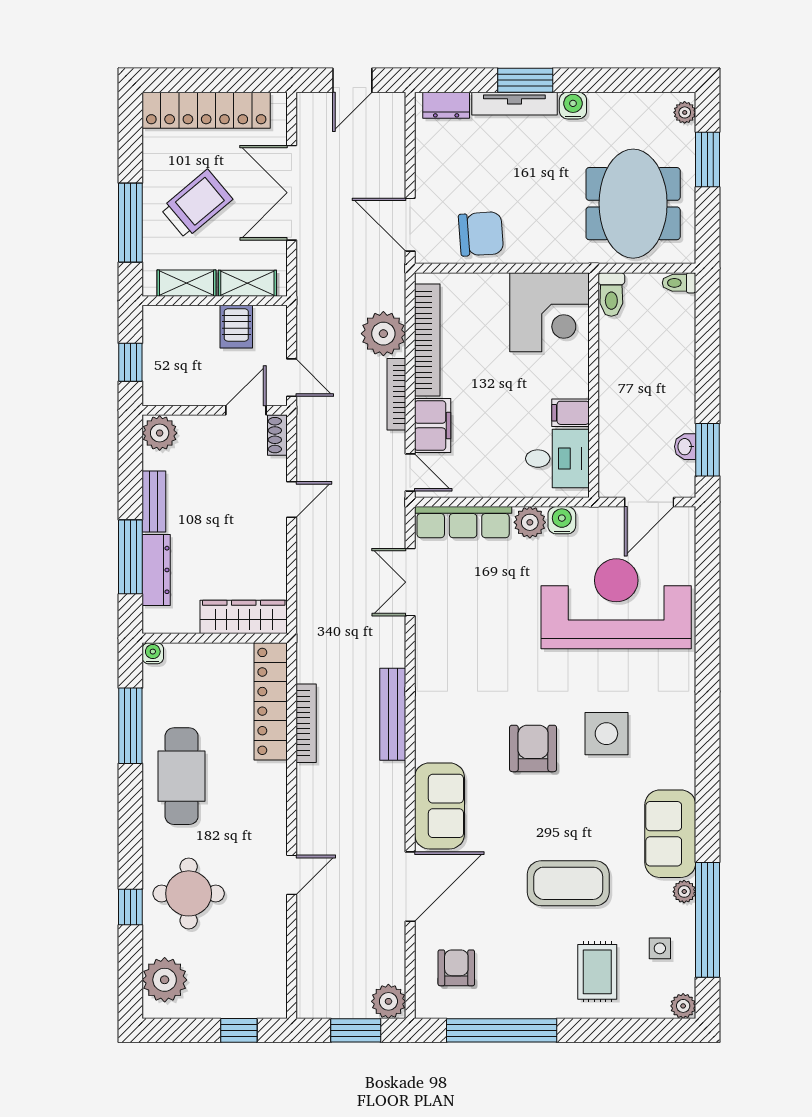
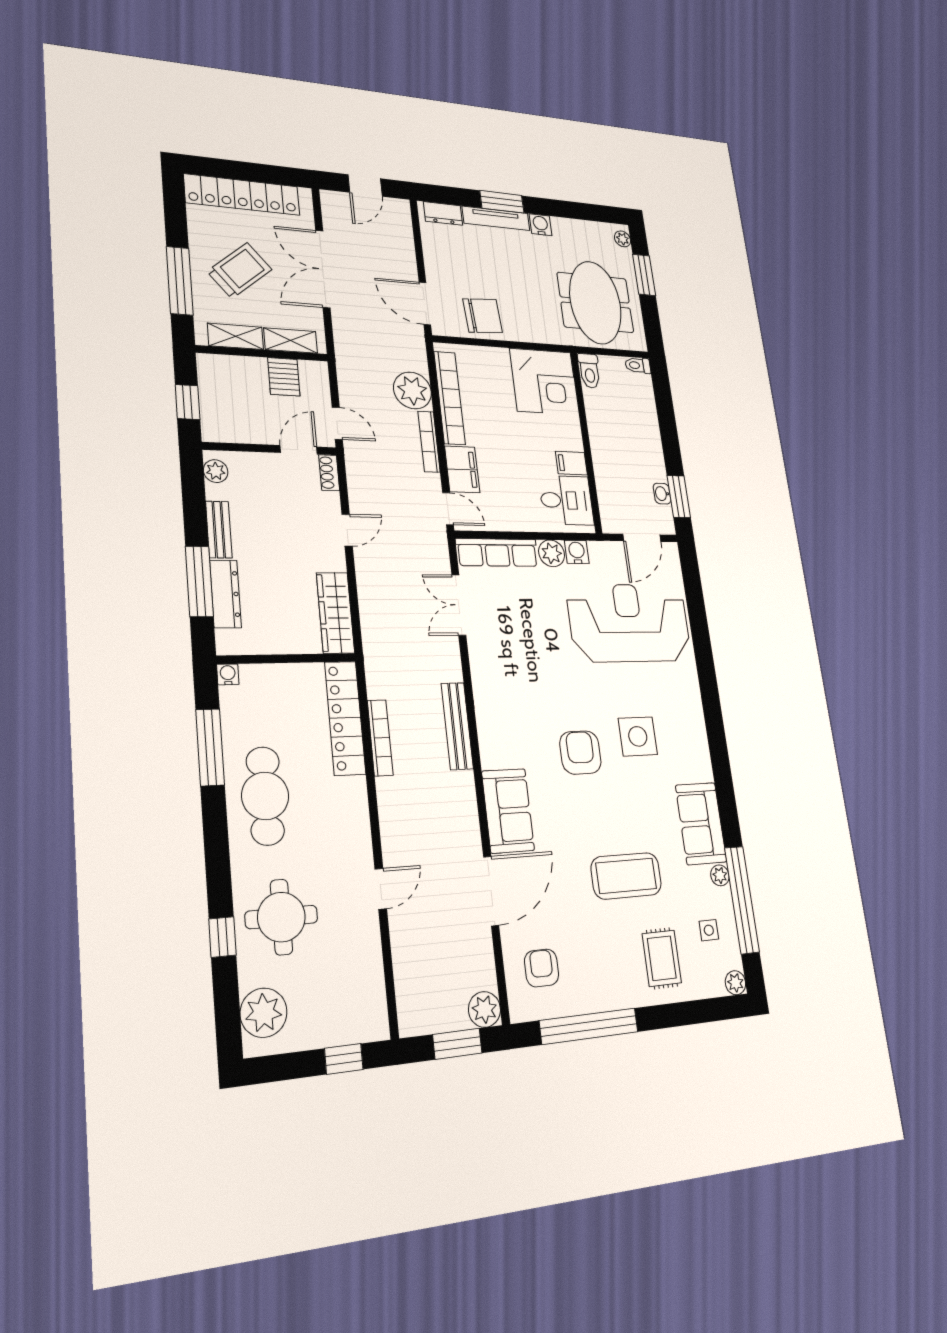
plant: (160, 433) -> (216, 471), width x0.73, depth x0.73
wardrobe: (244, 617) -> (335, 613), moved, turned -90

